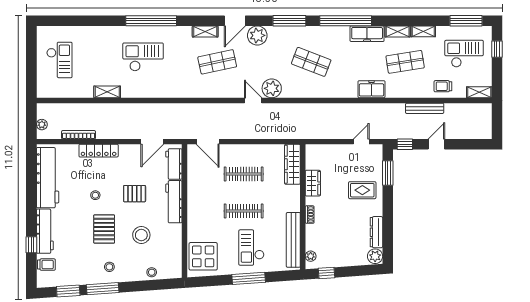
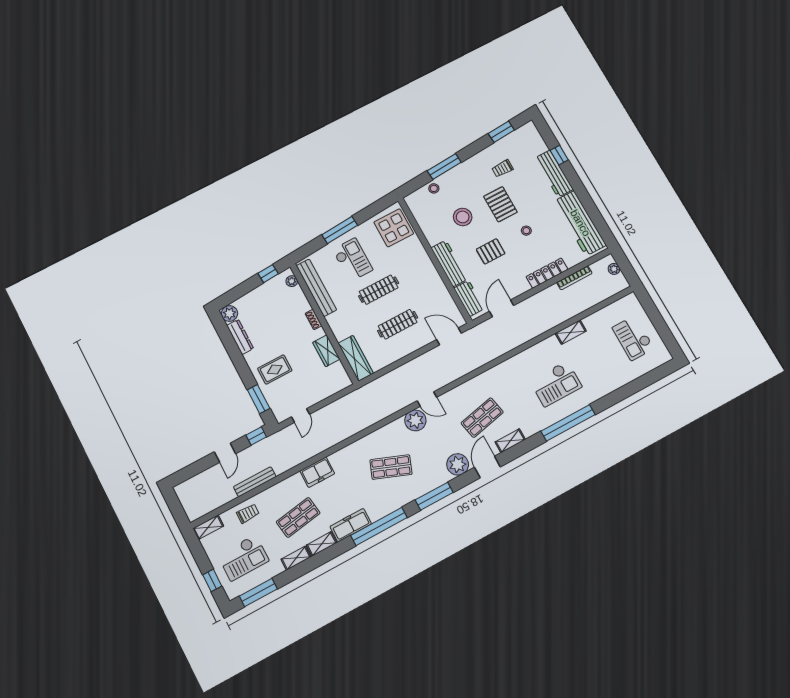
trolley: (46, 265) -> (502, 168), moved
stool: (109, 267) -> (476, 173), removed
window: (103, 289) -> (444, 166), moved

